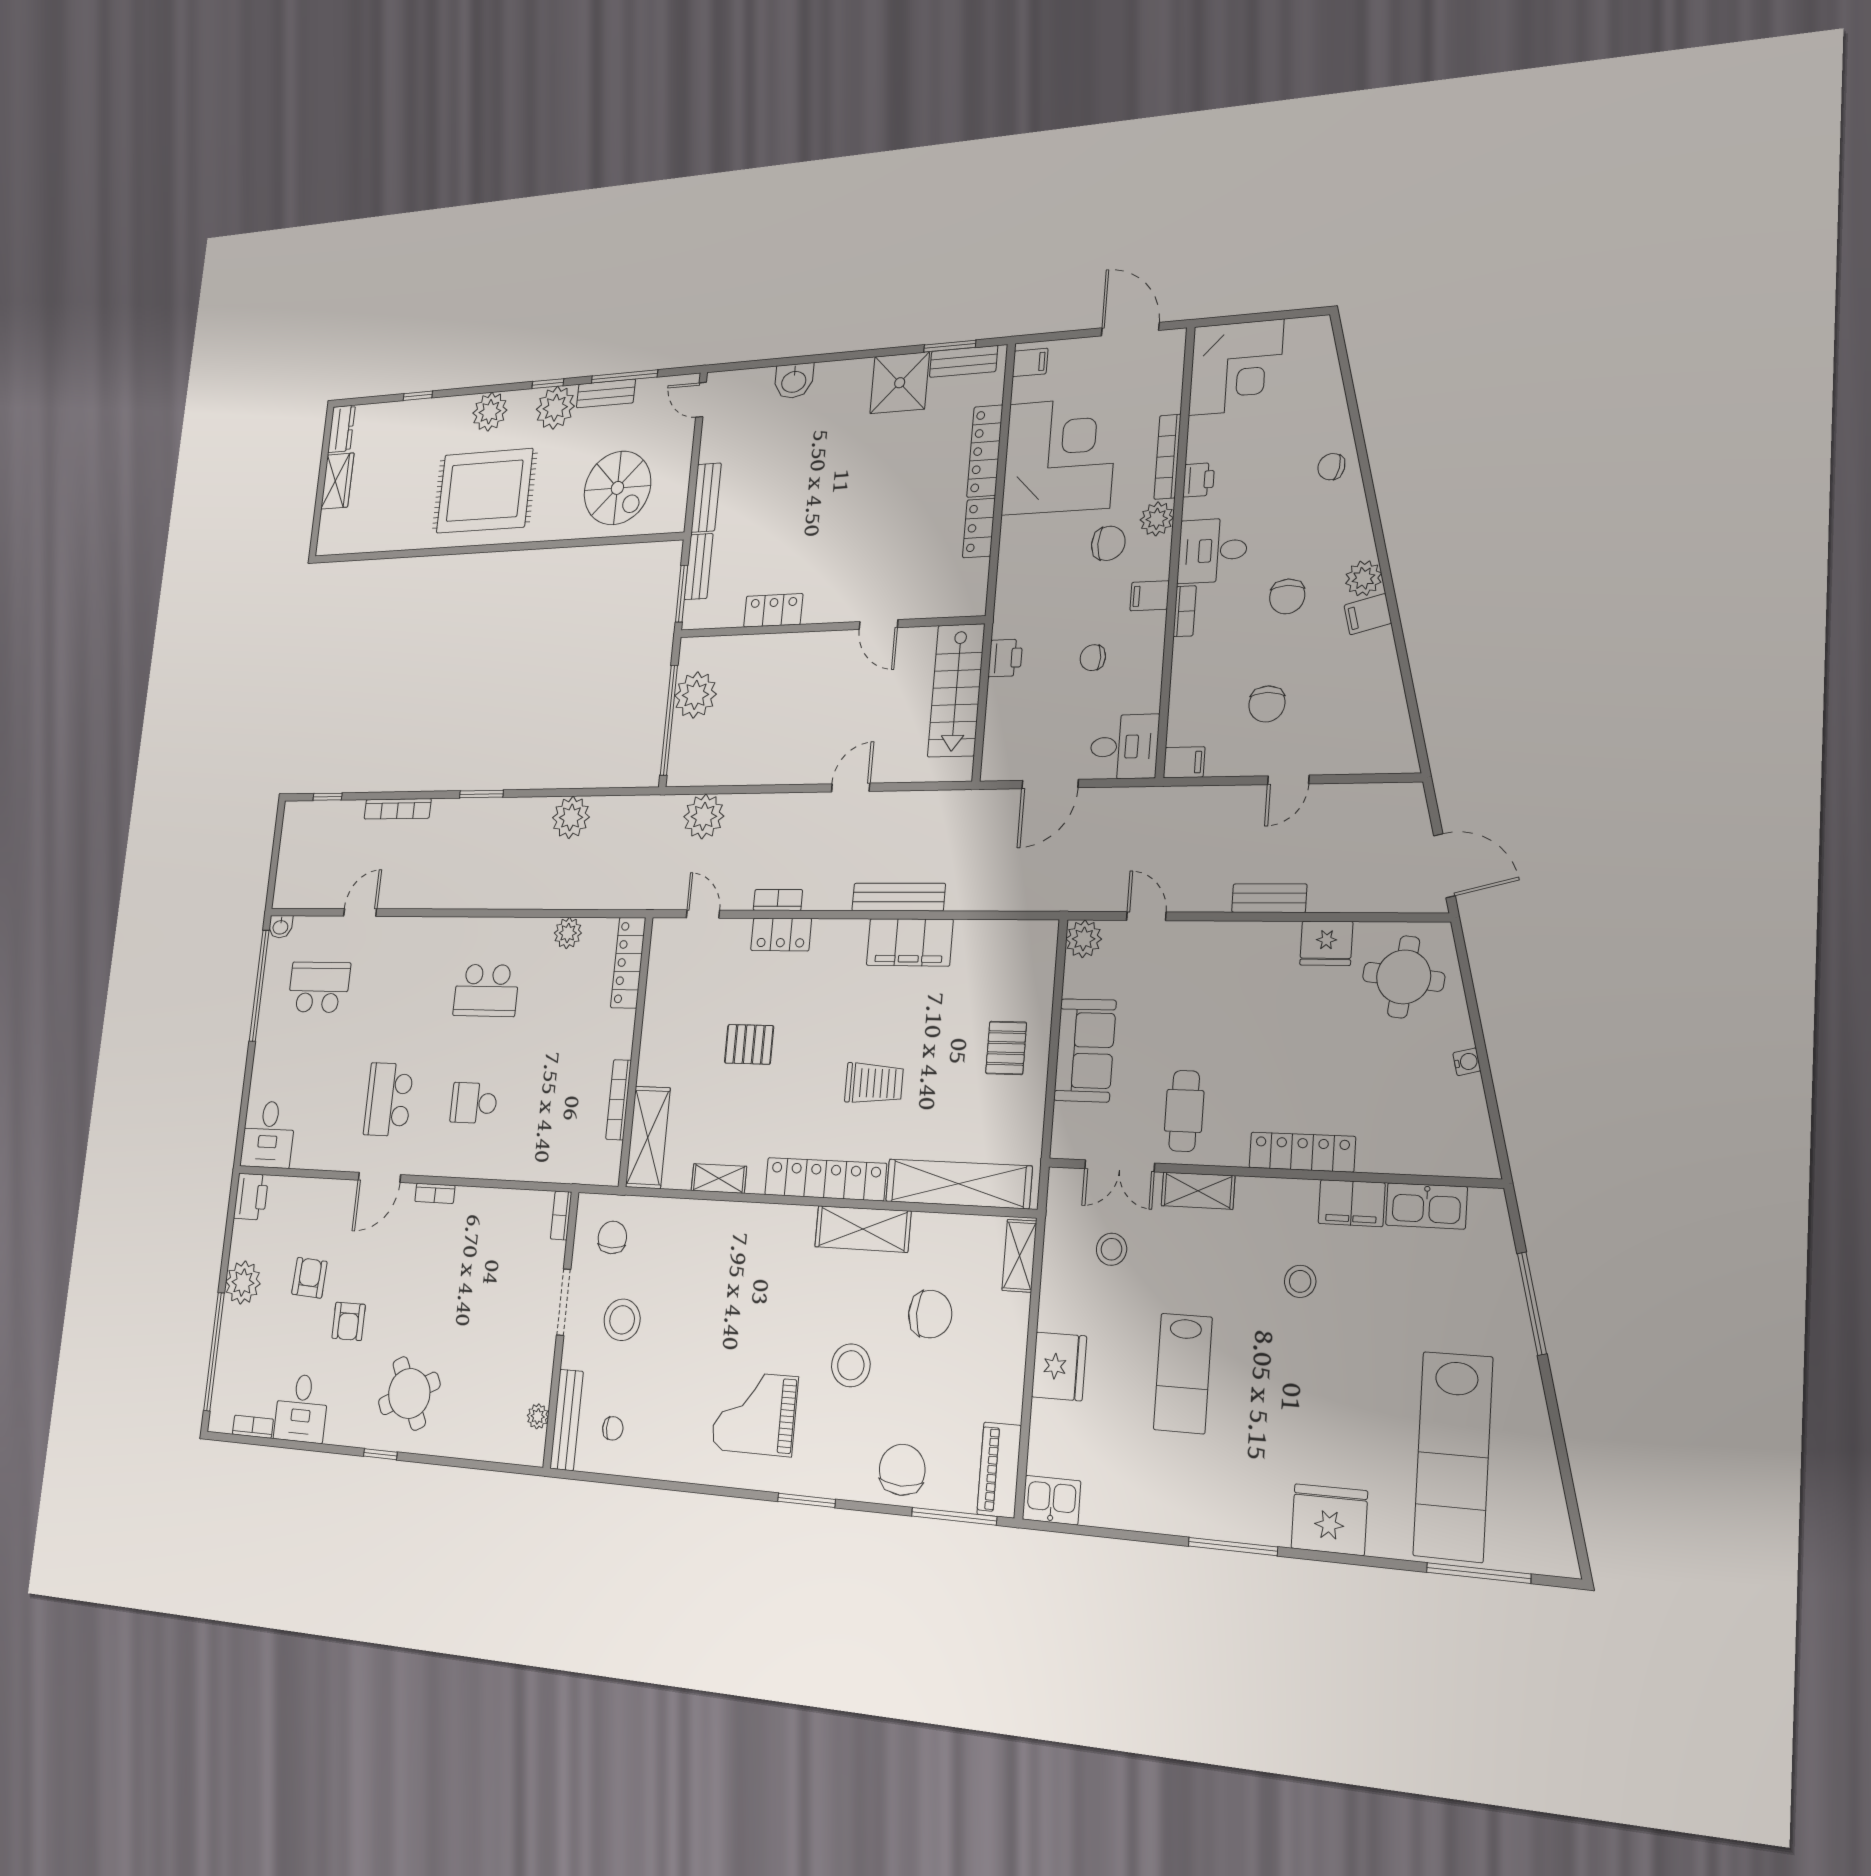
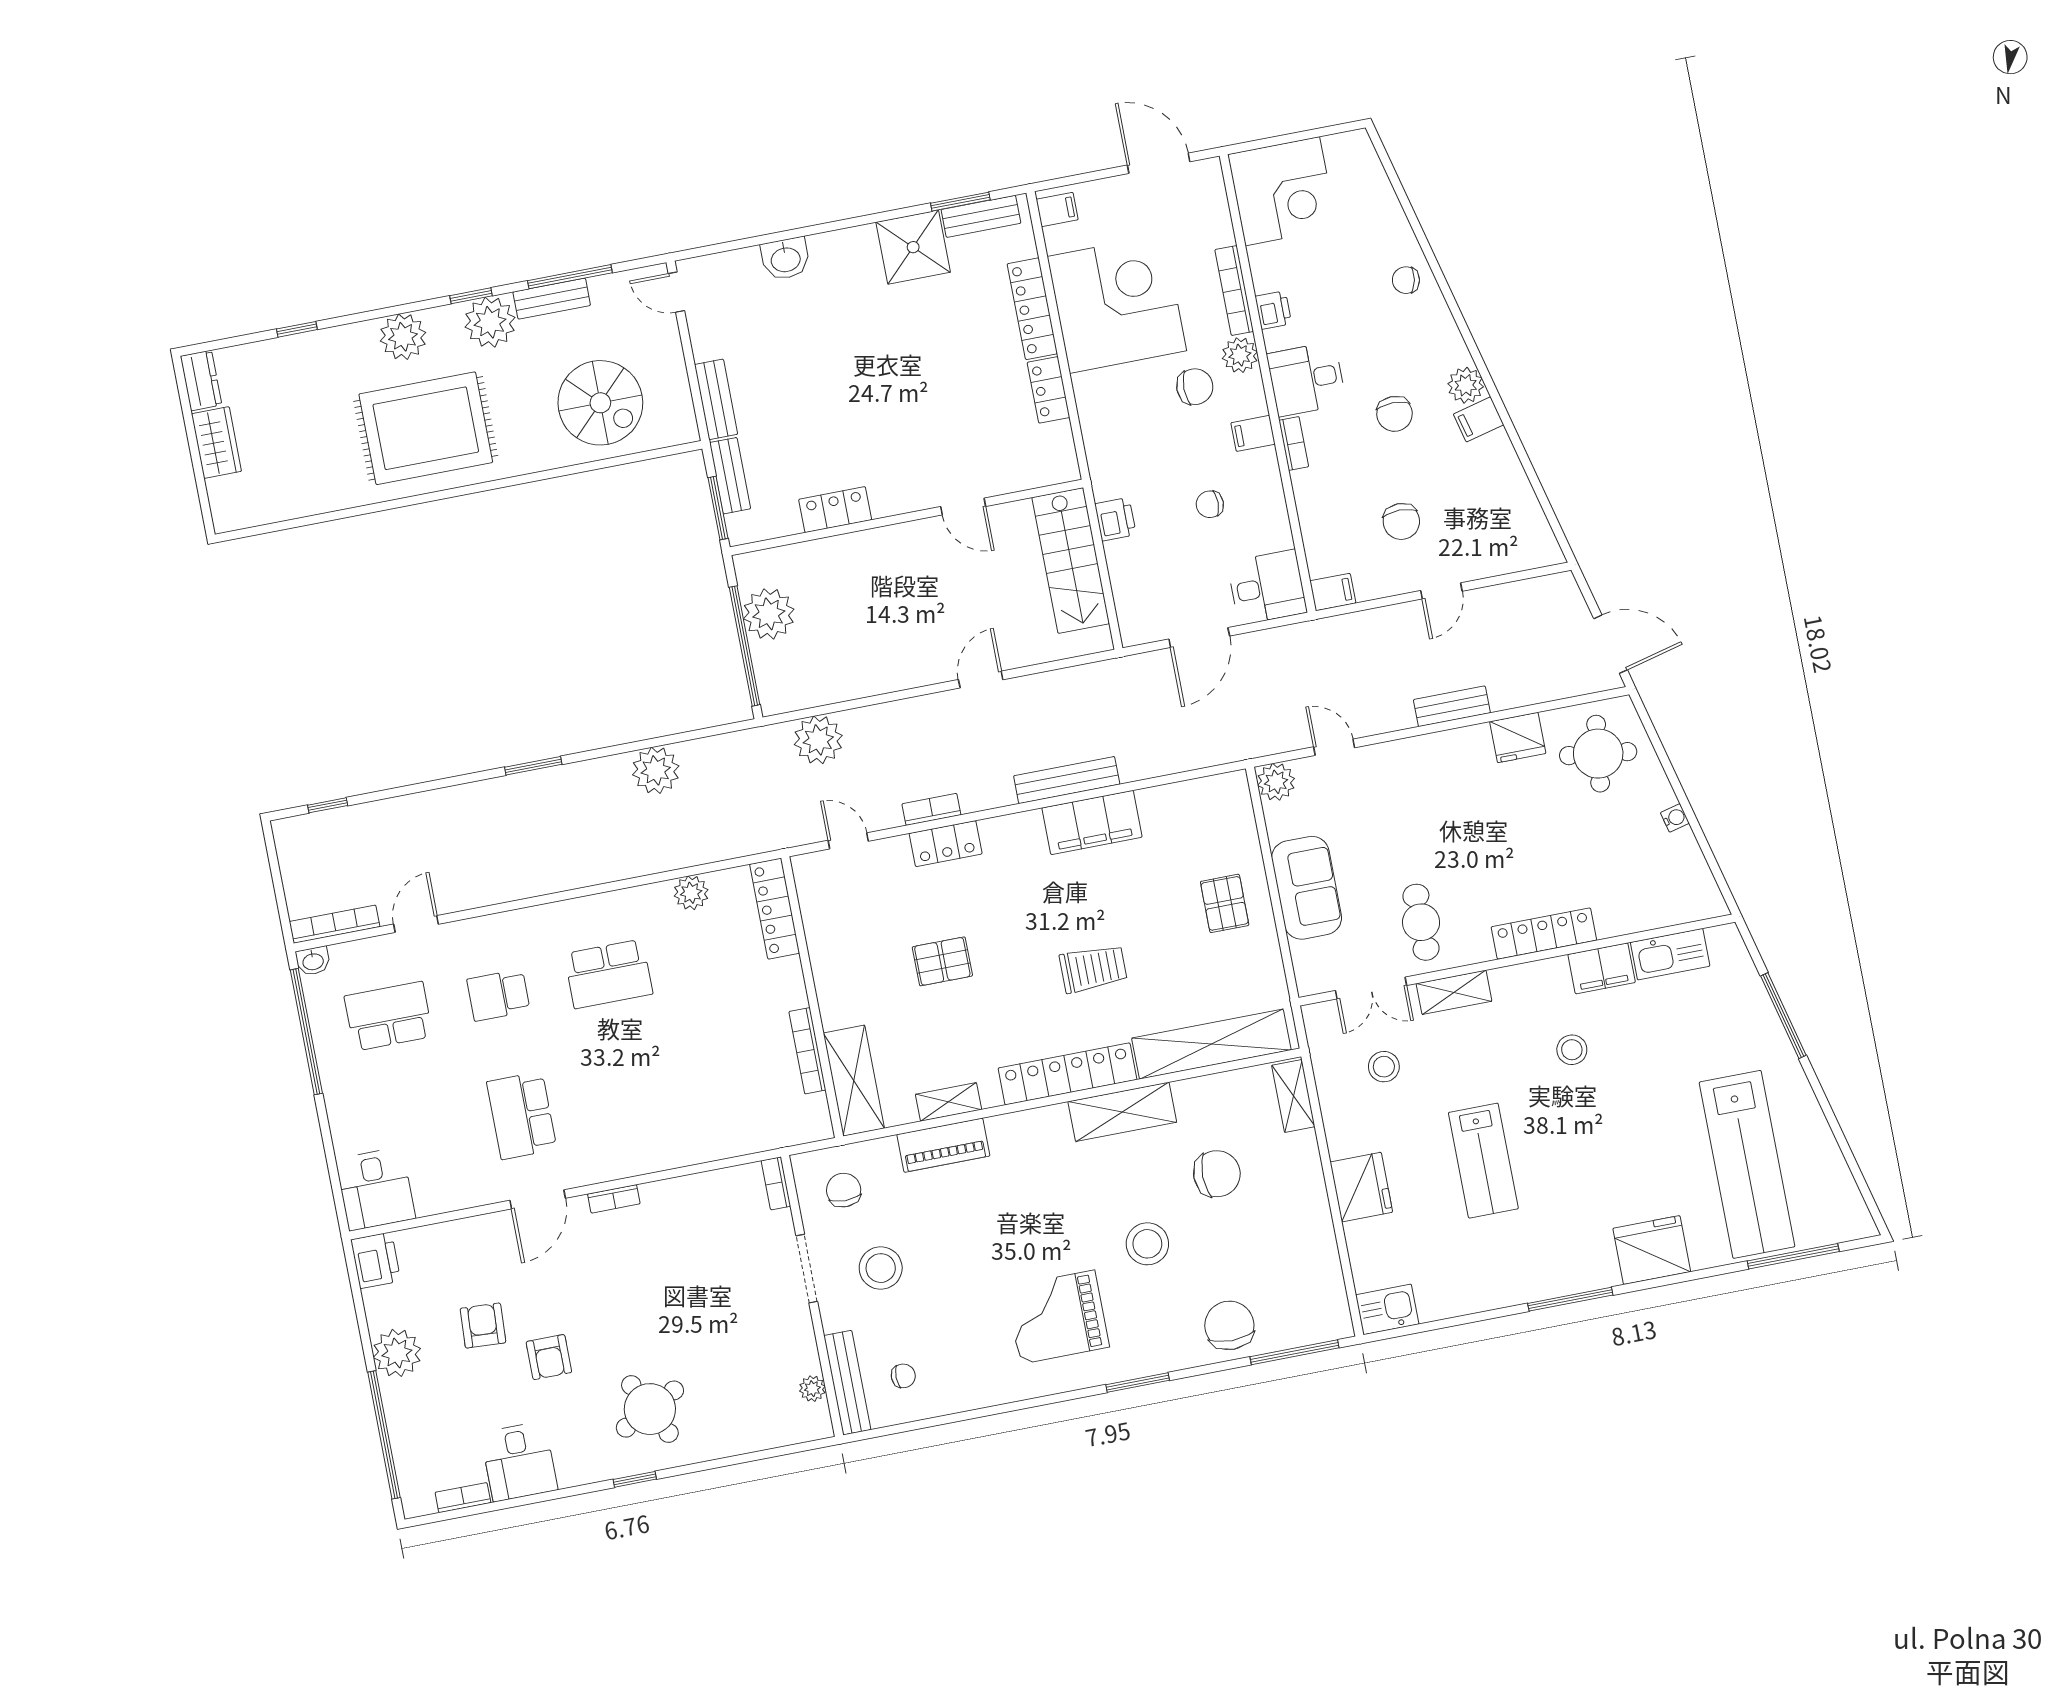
bookcase: (398, 809) -> (335, 924), moved, turned 180
school desk: (474, 1103) -> (499, 995), moved
piano: (999, 1470) -> (943, 1145), moved, turned -90

